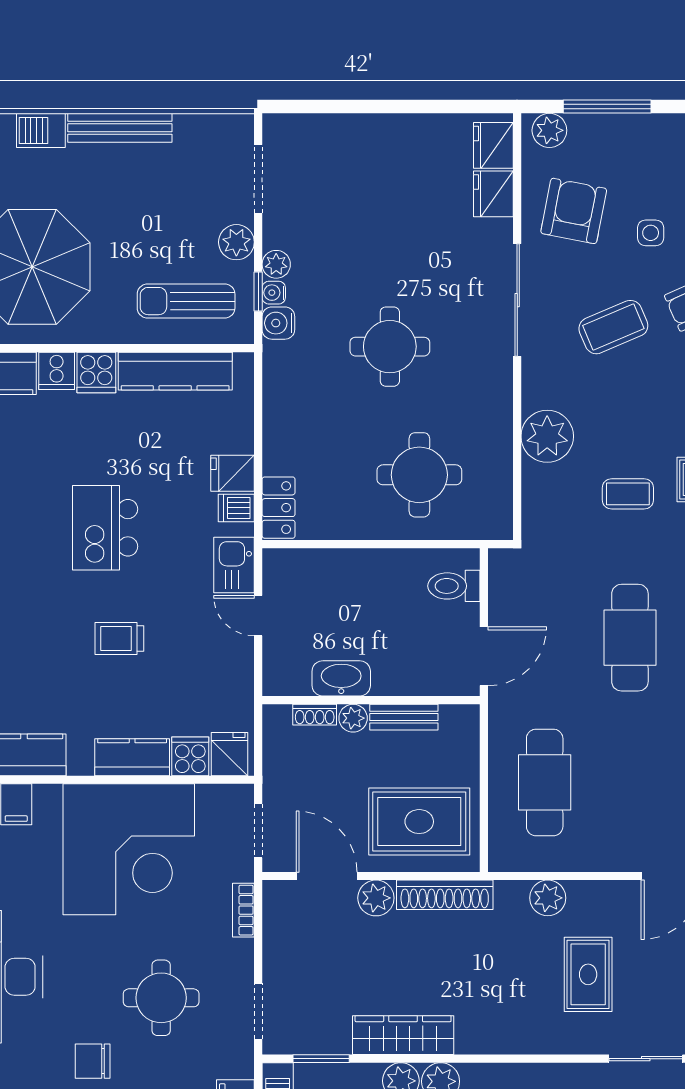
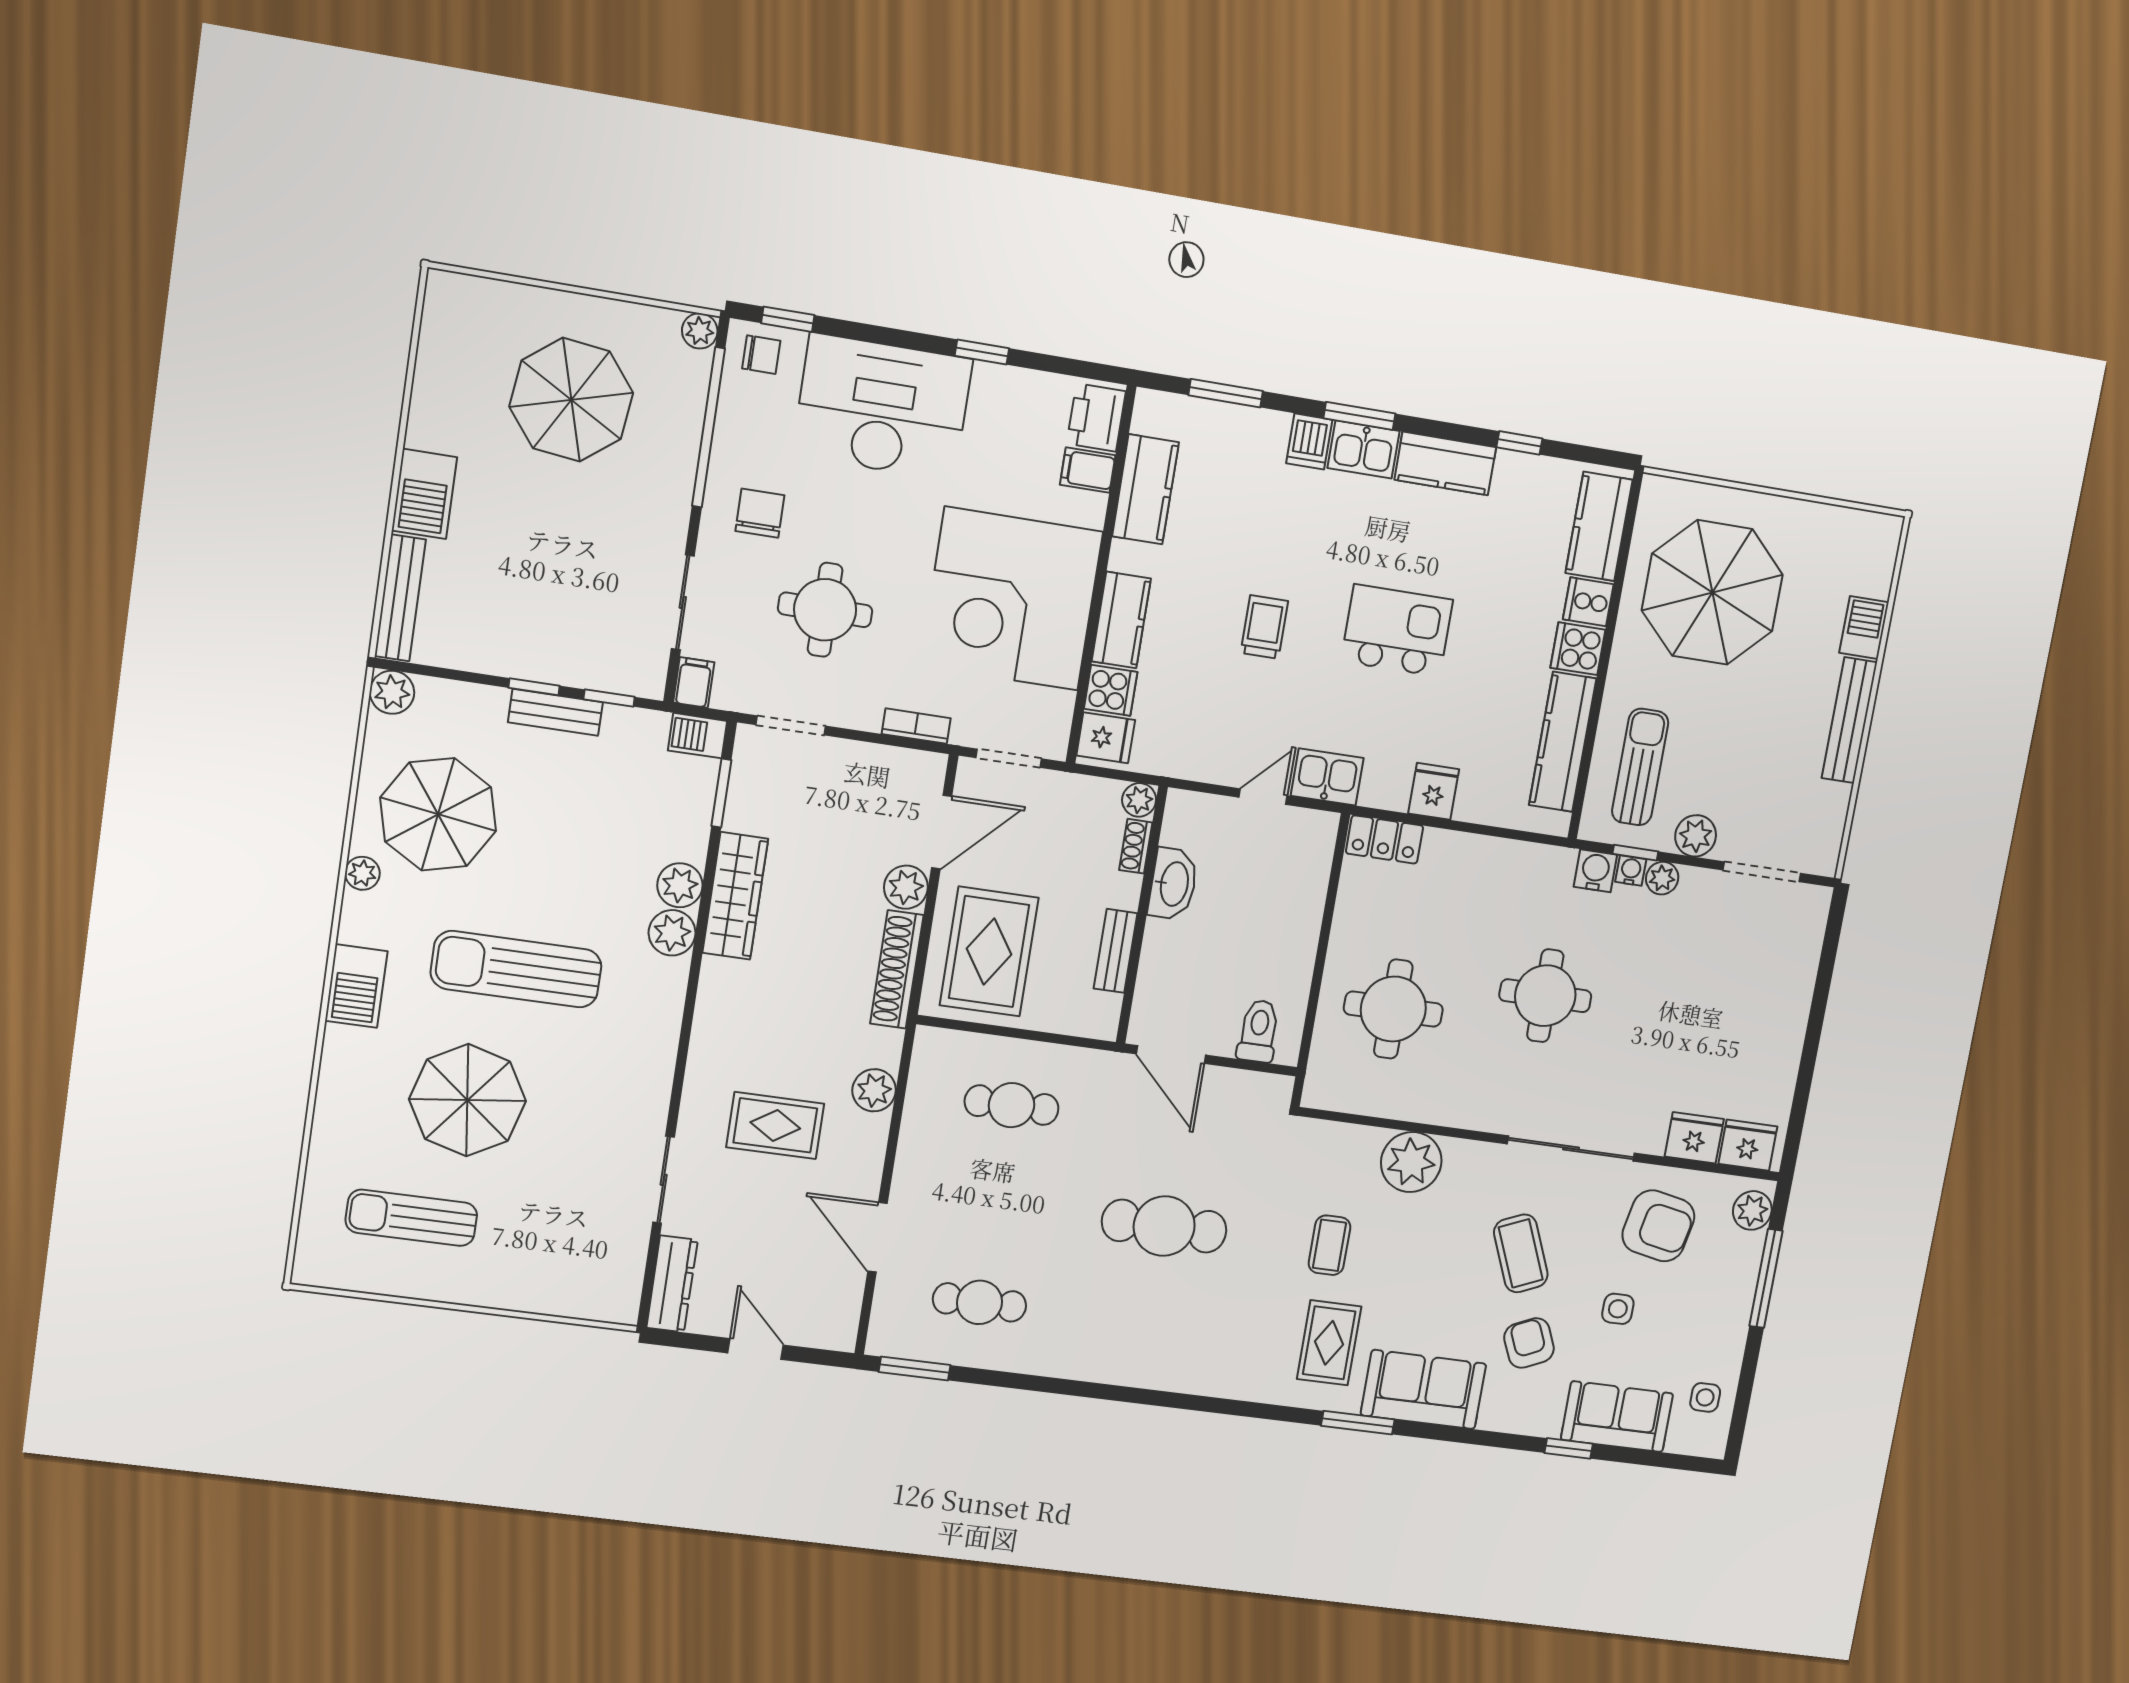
dishwasher: (236, 508) -> (1393, 790), removed
plant: (353, 718) -> (1139, 800), moved
cafe table: (545, 782) -> (1012, 1105), width x0.73, depth x0.74

